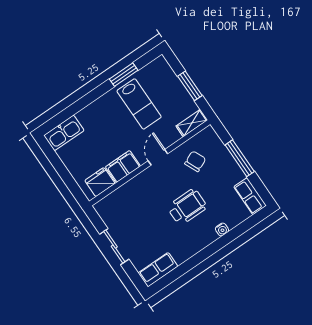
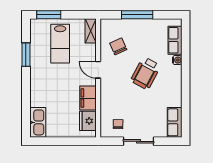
window: (190, 86) -> (49, 15), moved
lab bench: (139, 104) -> (60, 44), moved, turned 90
row of seats: (250, 196) -> (175, 40), moved, turned 90
wheelchair: (187, 207) -> (146, 73), turned -152
chair: (117, 214) -> (118, 124), added

